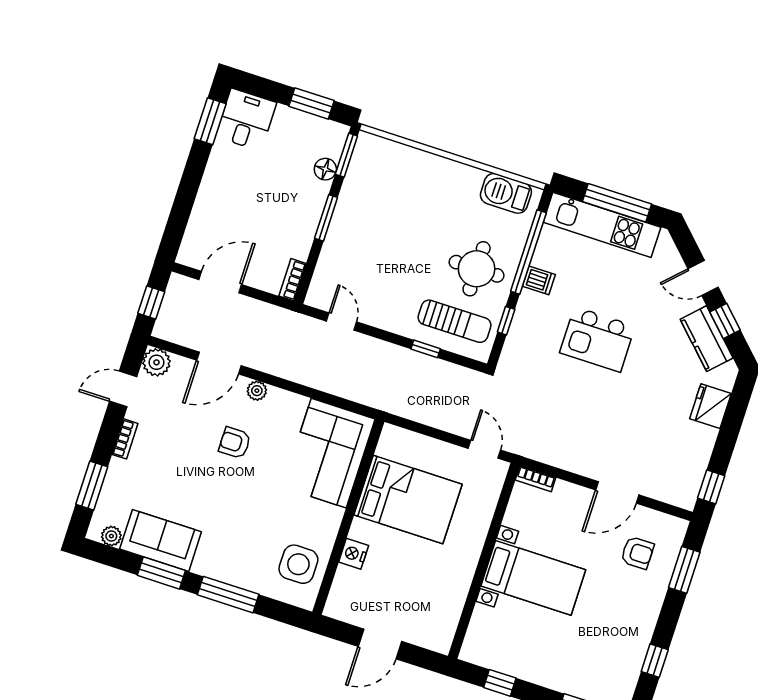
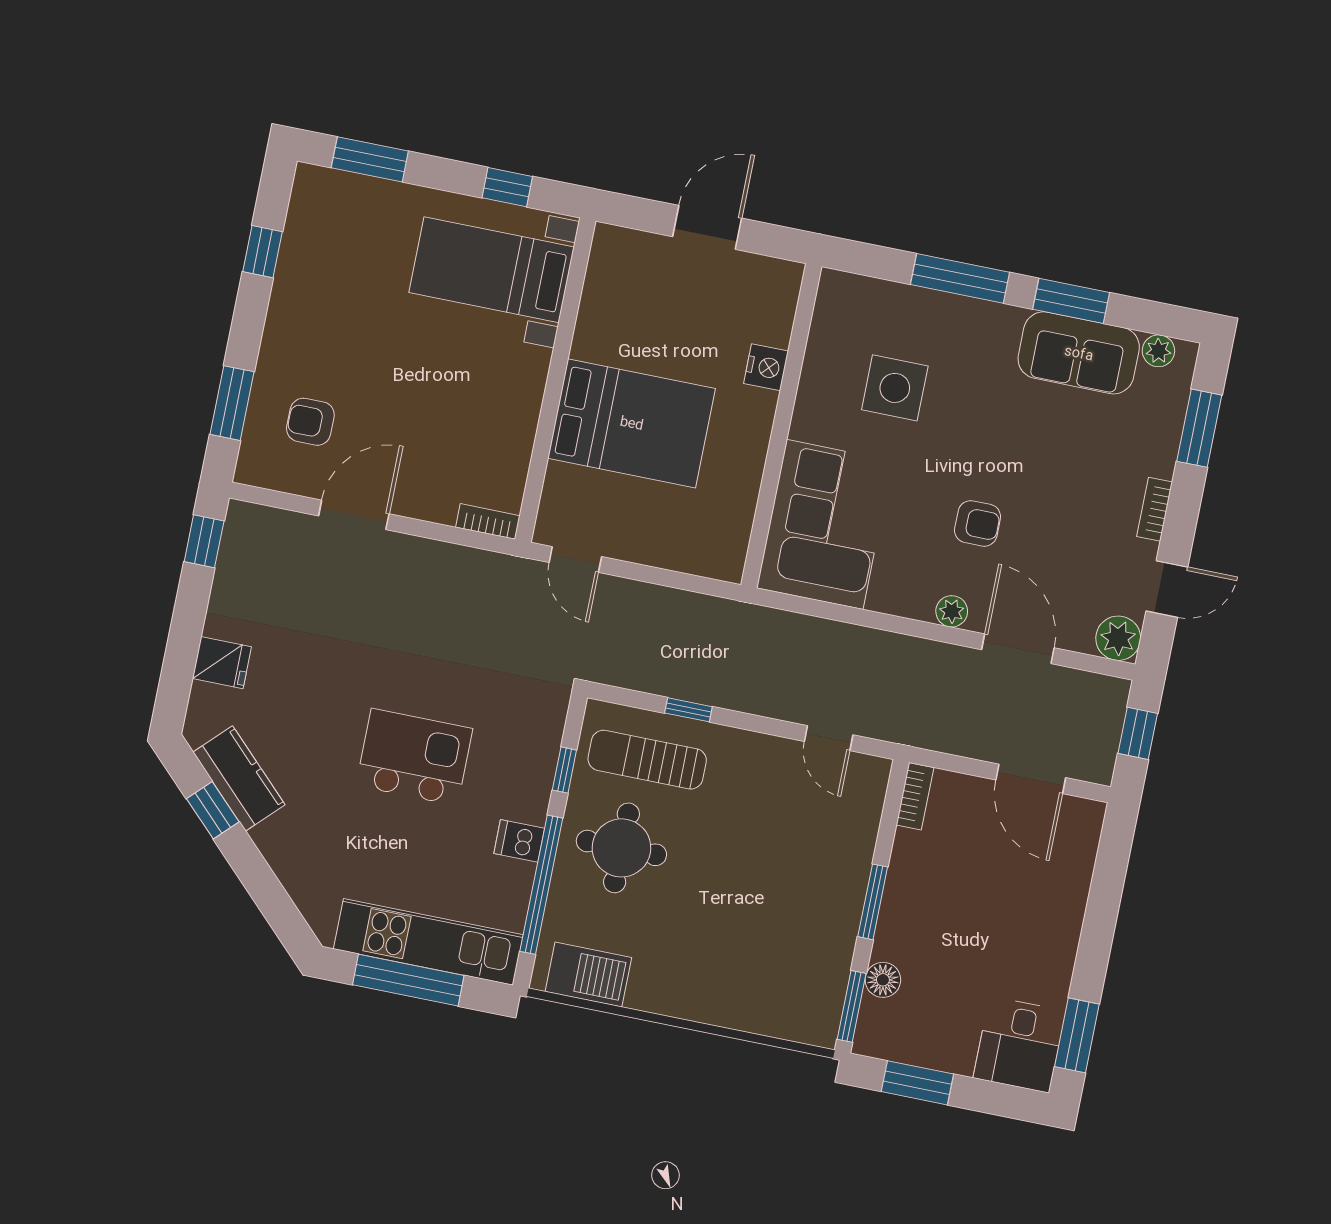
door: (703, 278) -> (256, 875), removed
door: (220, 282) -> (1031, 779), hinge flipped
door: (219, 363) -> (1018, 649), hinge flipped
fridge: (710, 406) -> (222, 663), width x0.72
bed: (408, 500) -> (632, 423), moved, turned 180
side table: (298, 564) -> (895, 388), moved
bed with nightstands: (533, 578) -> (492, 270), moved

